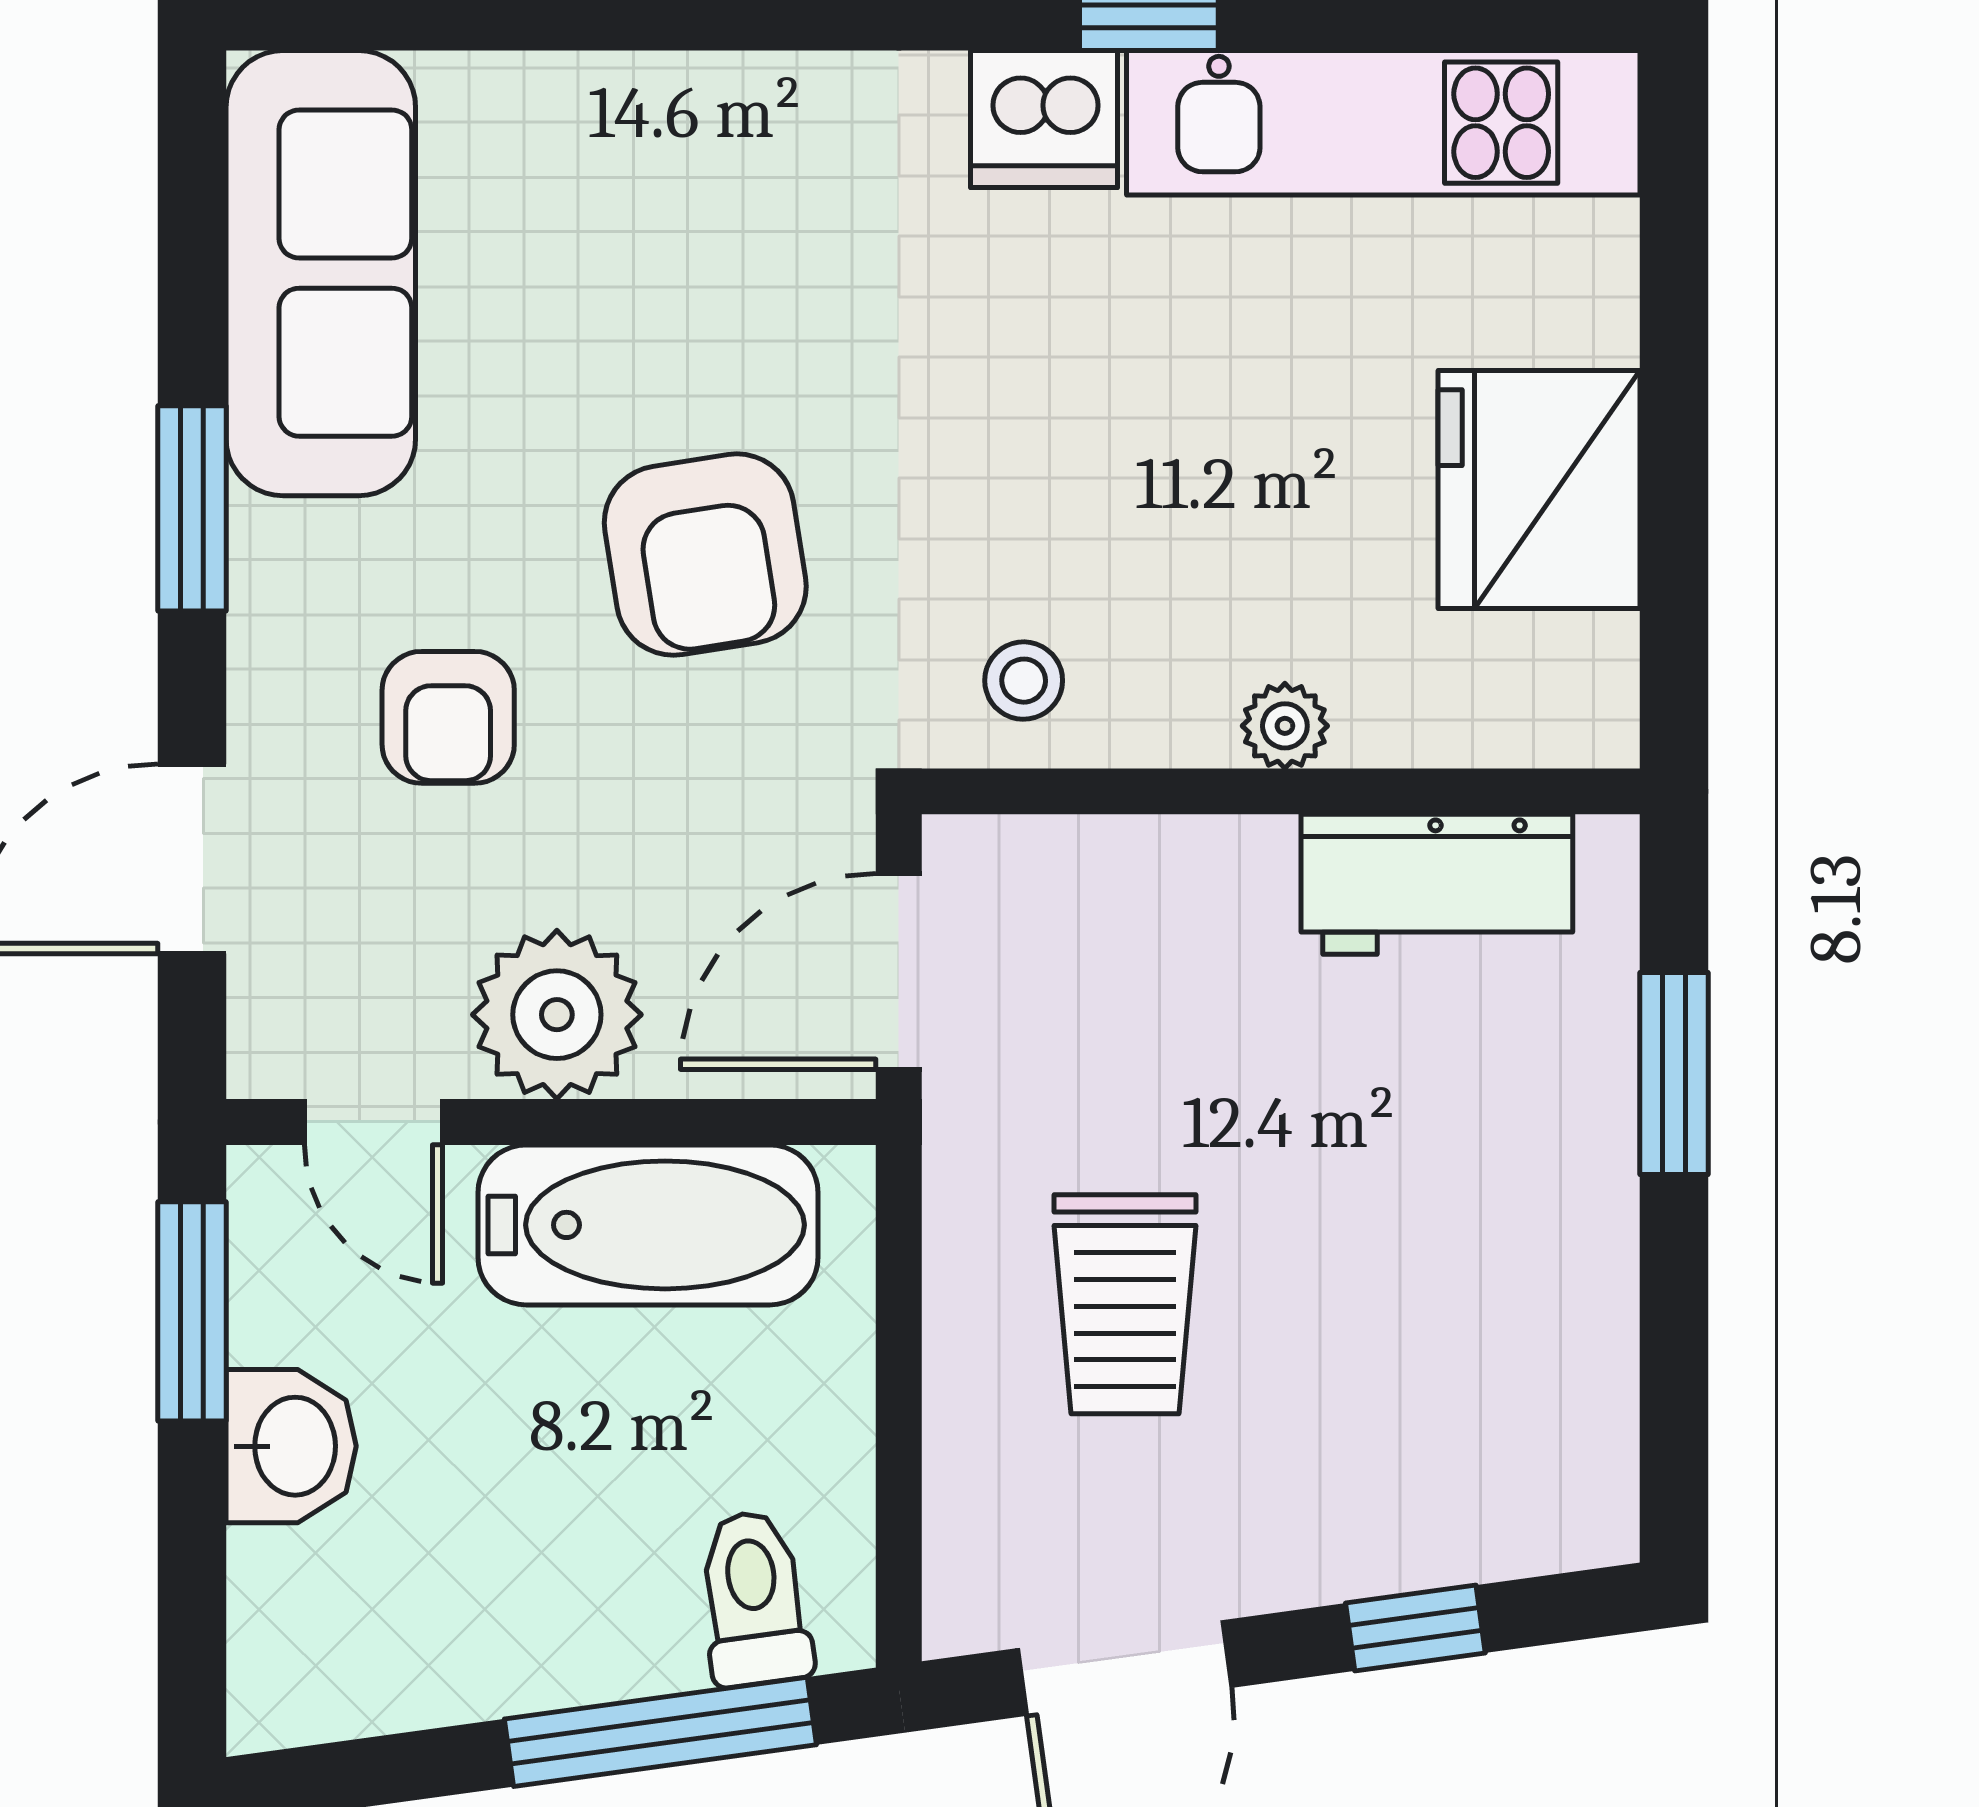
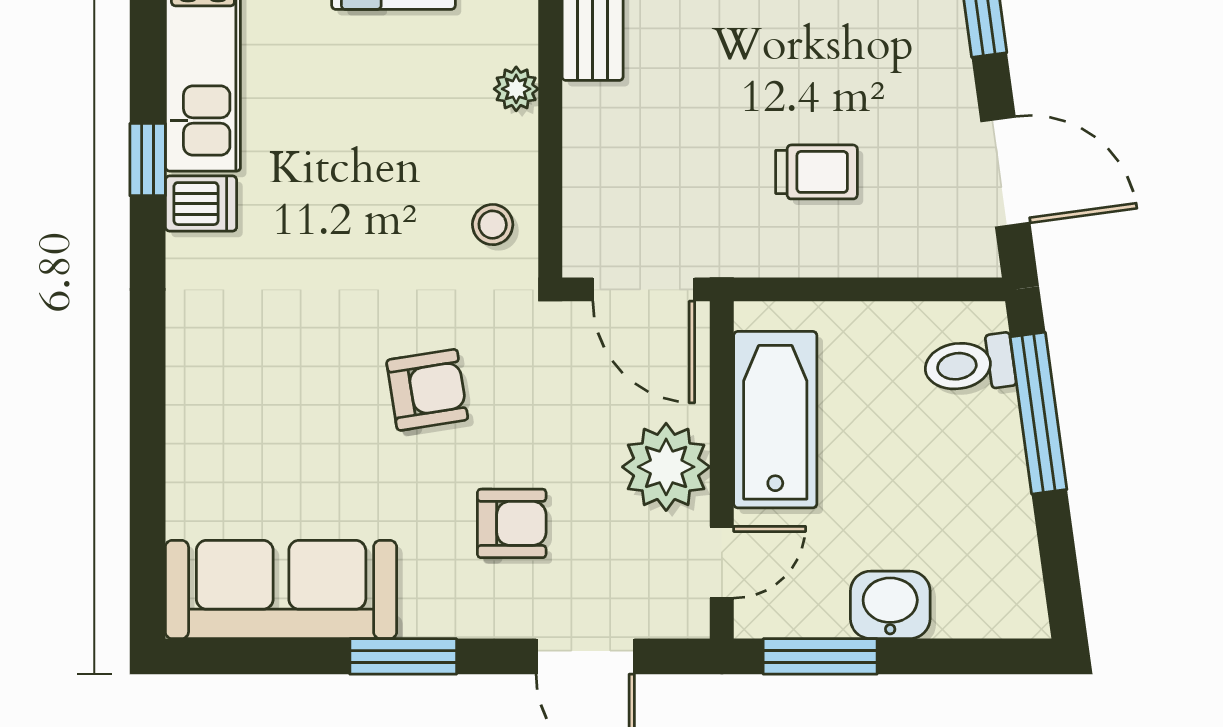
dishwasher: (1044, 119) -> (201, 204), width x0.73
armchair: (705, 555) -> (427, 390), width x0.72, depth x0.72
trolley: (1125, 1304) -> (816, 172), width x0.73, depth x0.72

